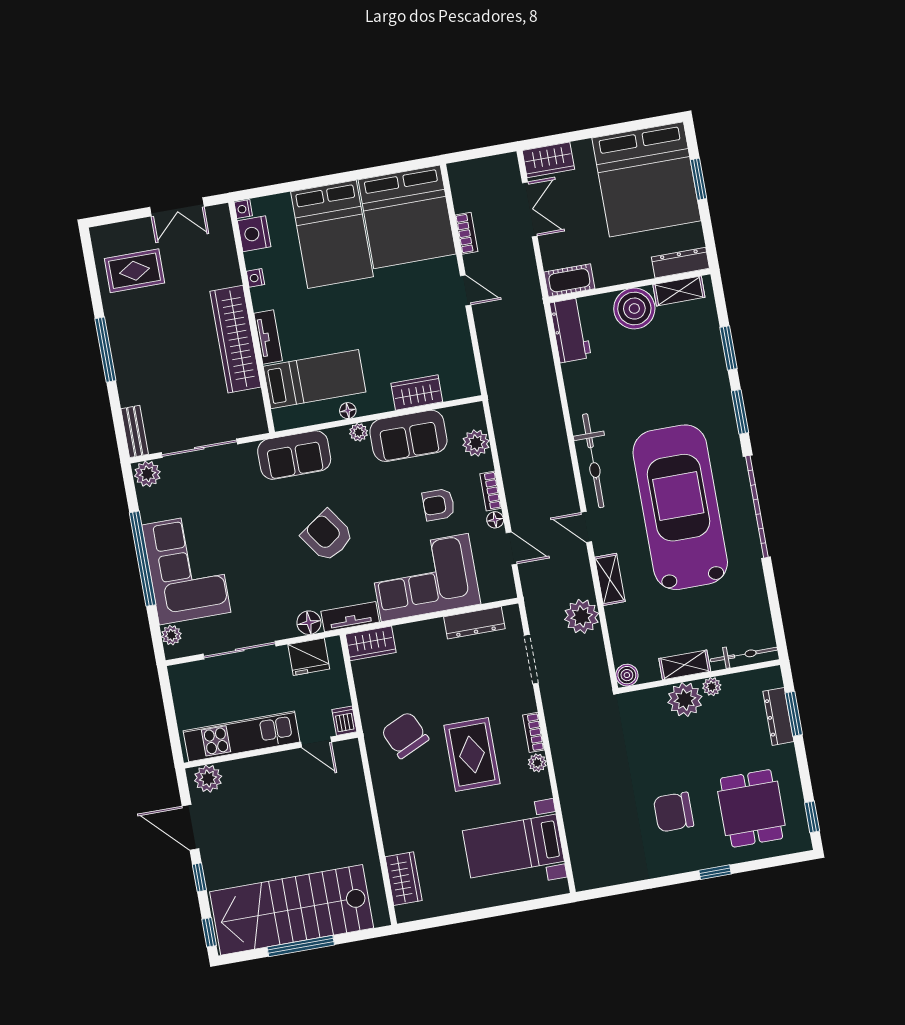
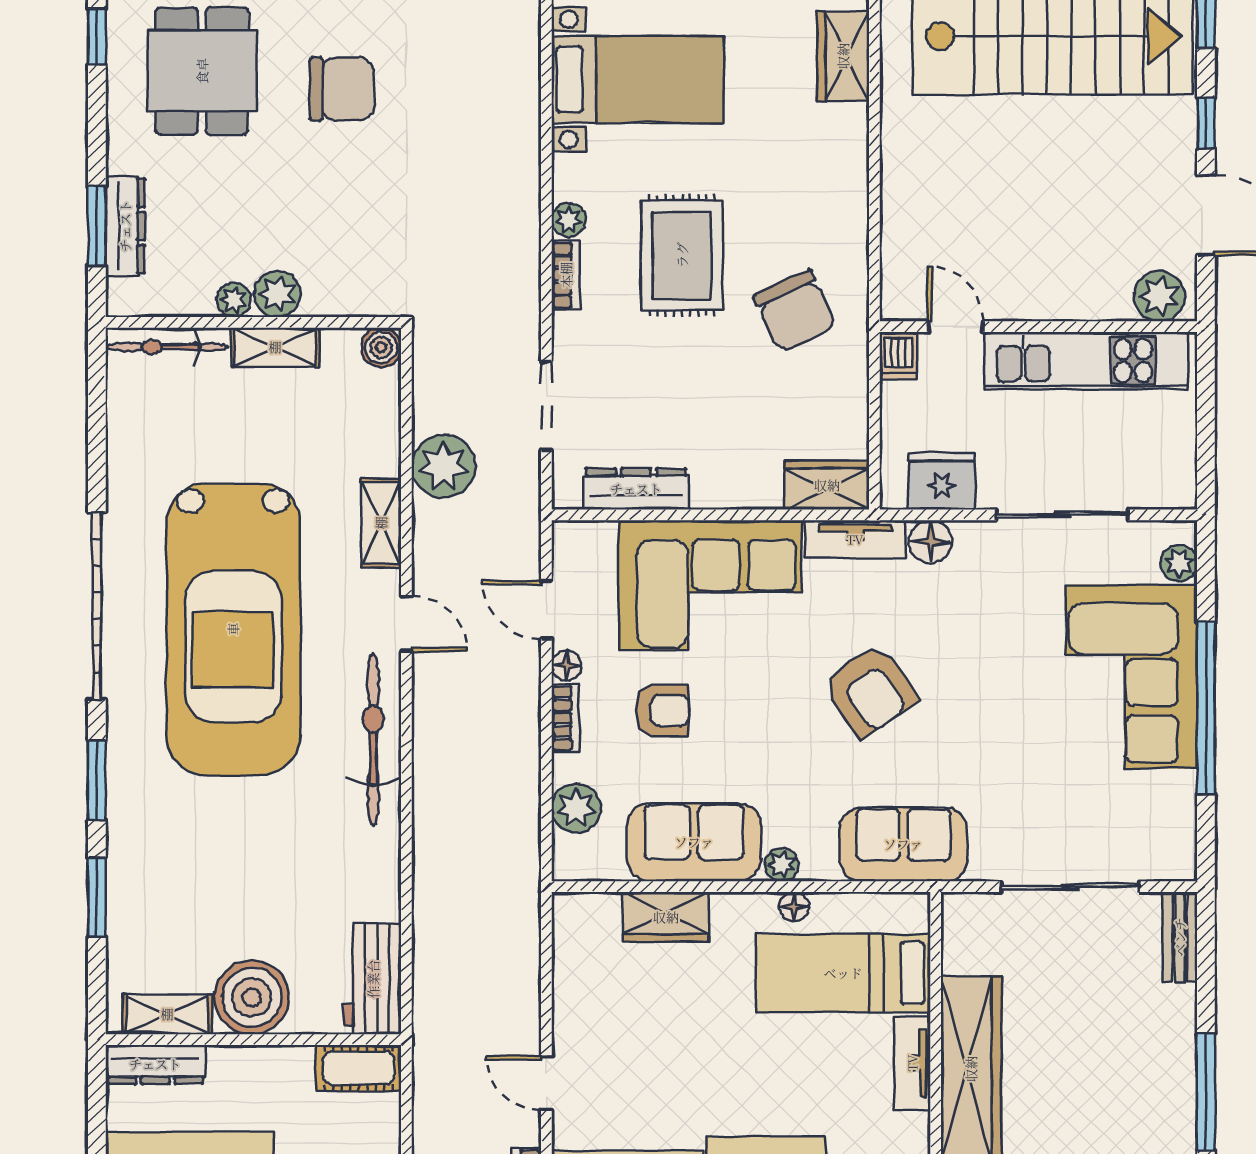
plant: (147, 474) -> (1170, 857), removed
plant: (685, 700) -> (277, 294), width x0.73, depth x0.73

